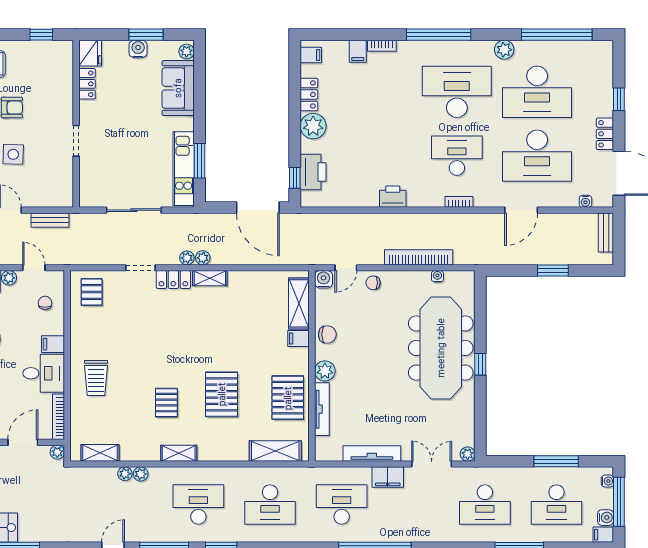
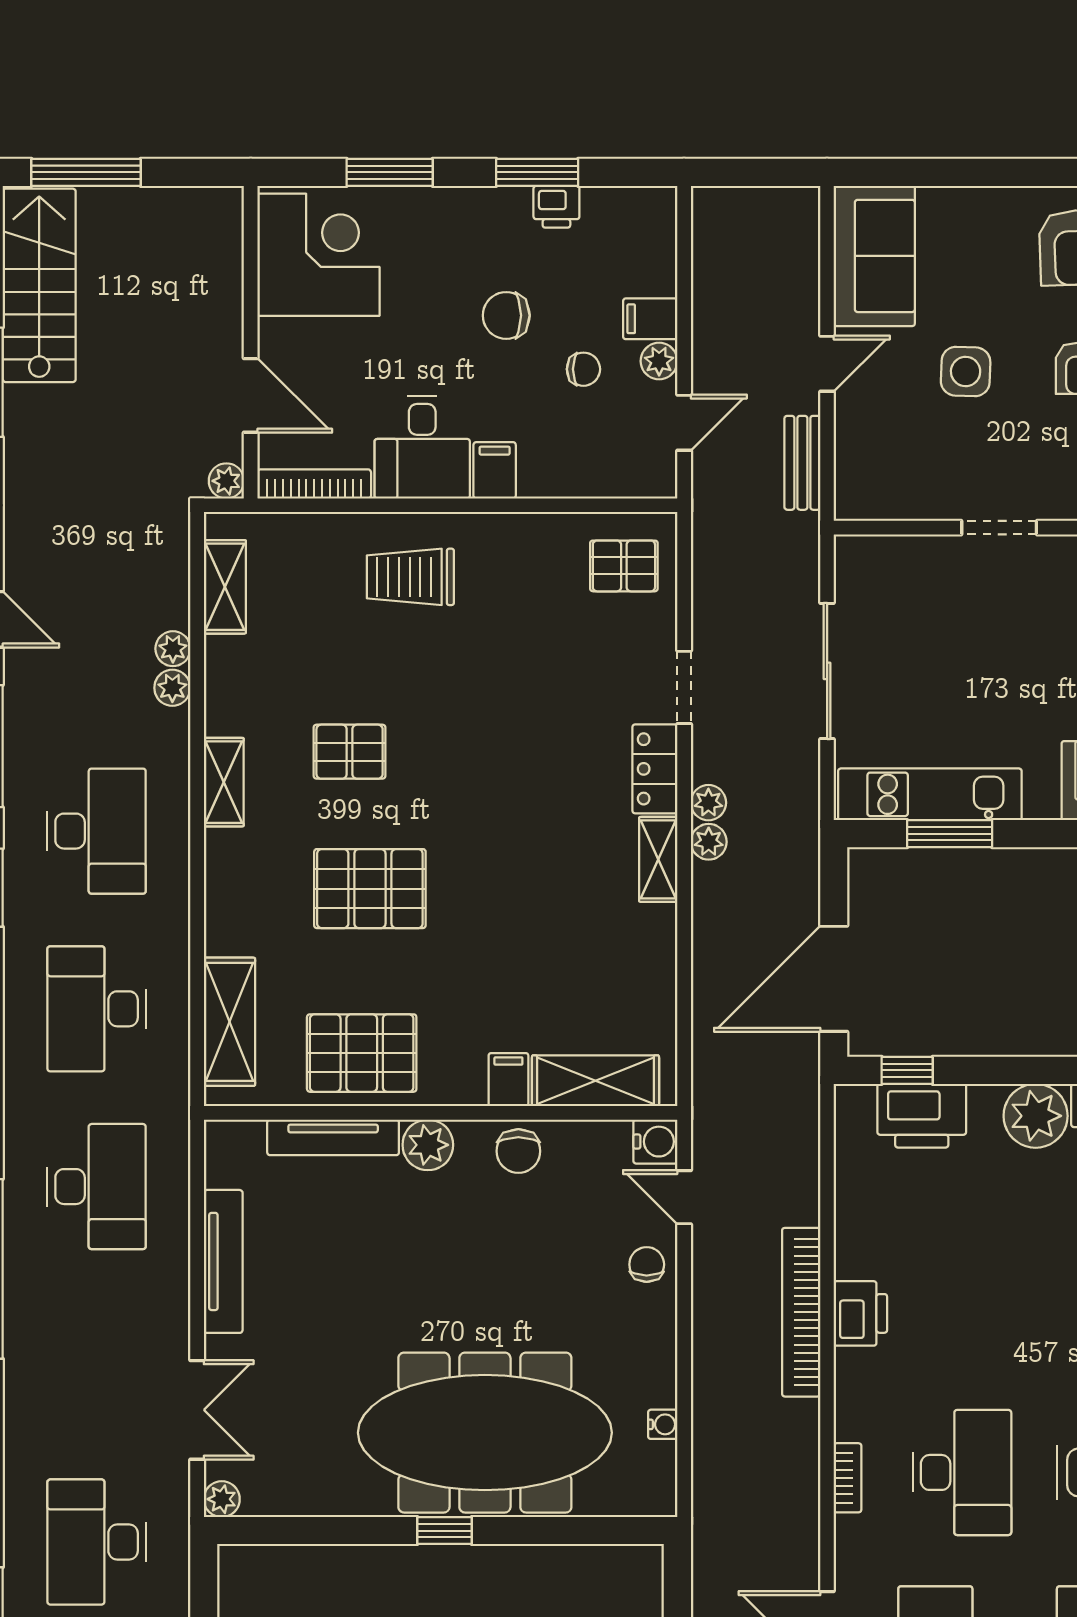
bookcase: (419, 257) -> (801, 1312), moved, turned 180
chair: (45, 303) -> (583, 369), moved
filing cabinet: (388, 477) -> (165, 1301), removed

